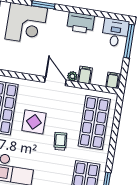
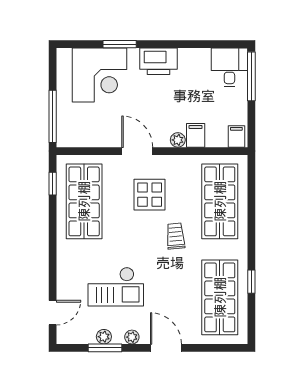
printer: (81, 23) -> (158, 61), moved
door: (55, 81) -> (137, 151), moved
display table: (34, 122) -> (150, 195), moved

